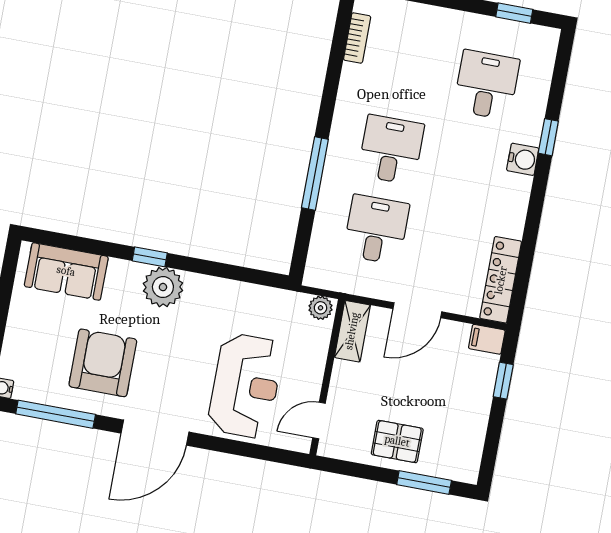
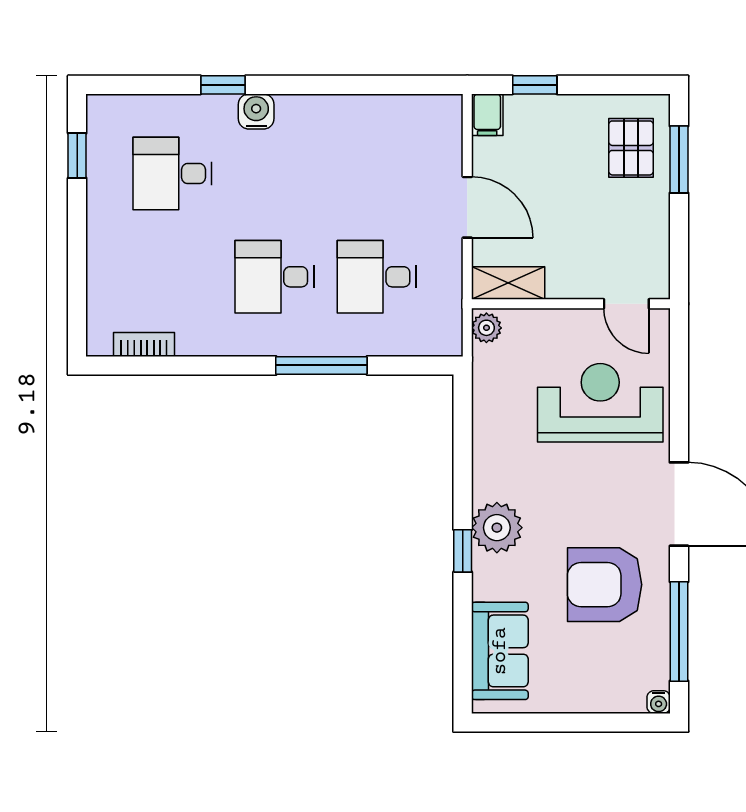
locker: (501, 280) -> (410, 111), removed
pallet: (397, 441) -> (631, 148), moved

